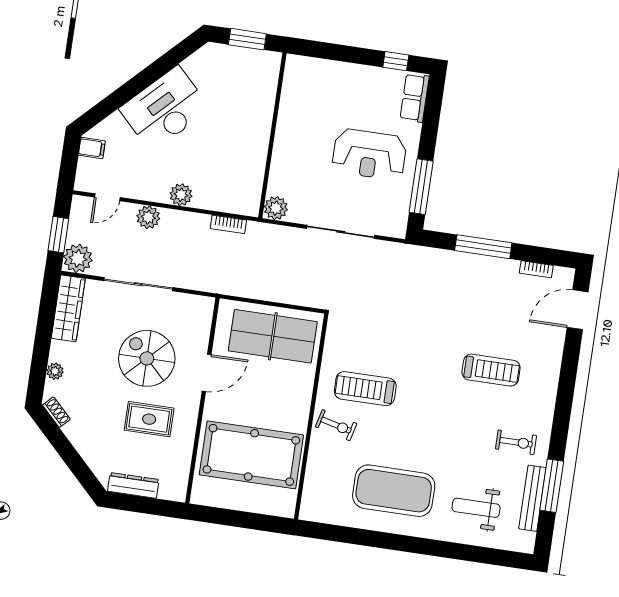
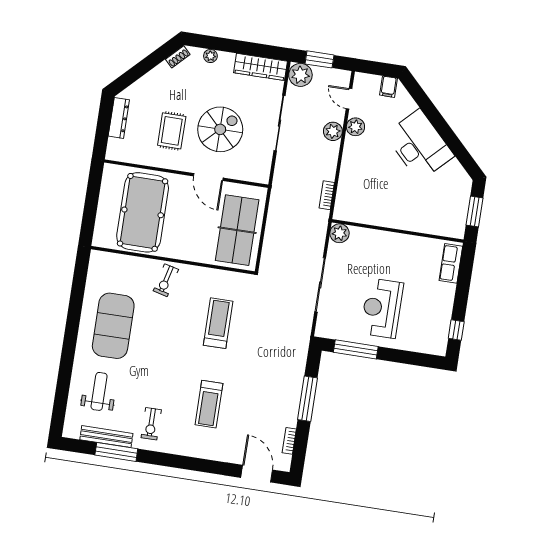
row of seats: (415, 98) -> (451, 263), moved, turned -90
plant: (181, 195) -> (355, 127), moved
treadmill: (365, 389) -> (218, 323), moved

